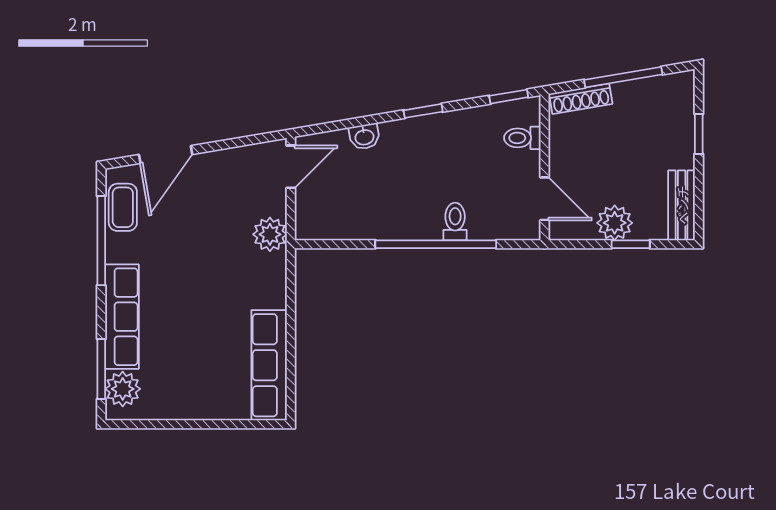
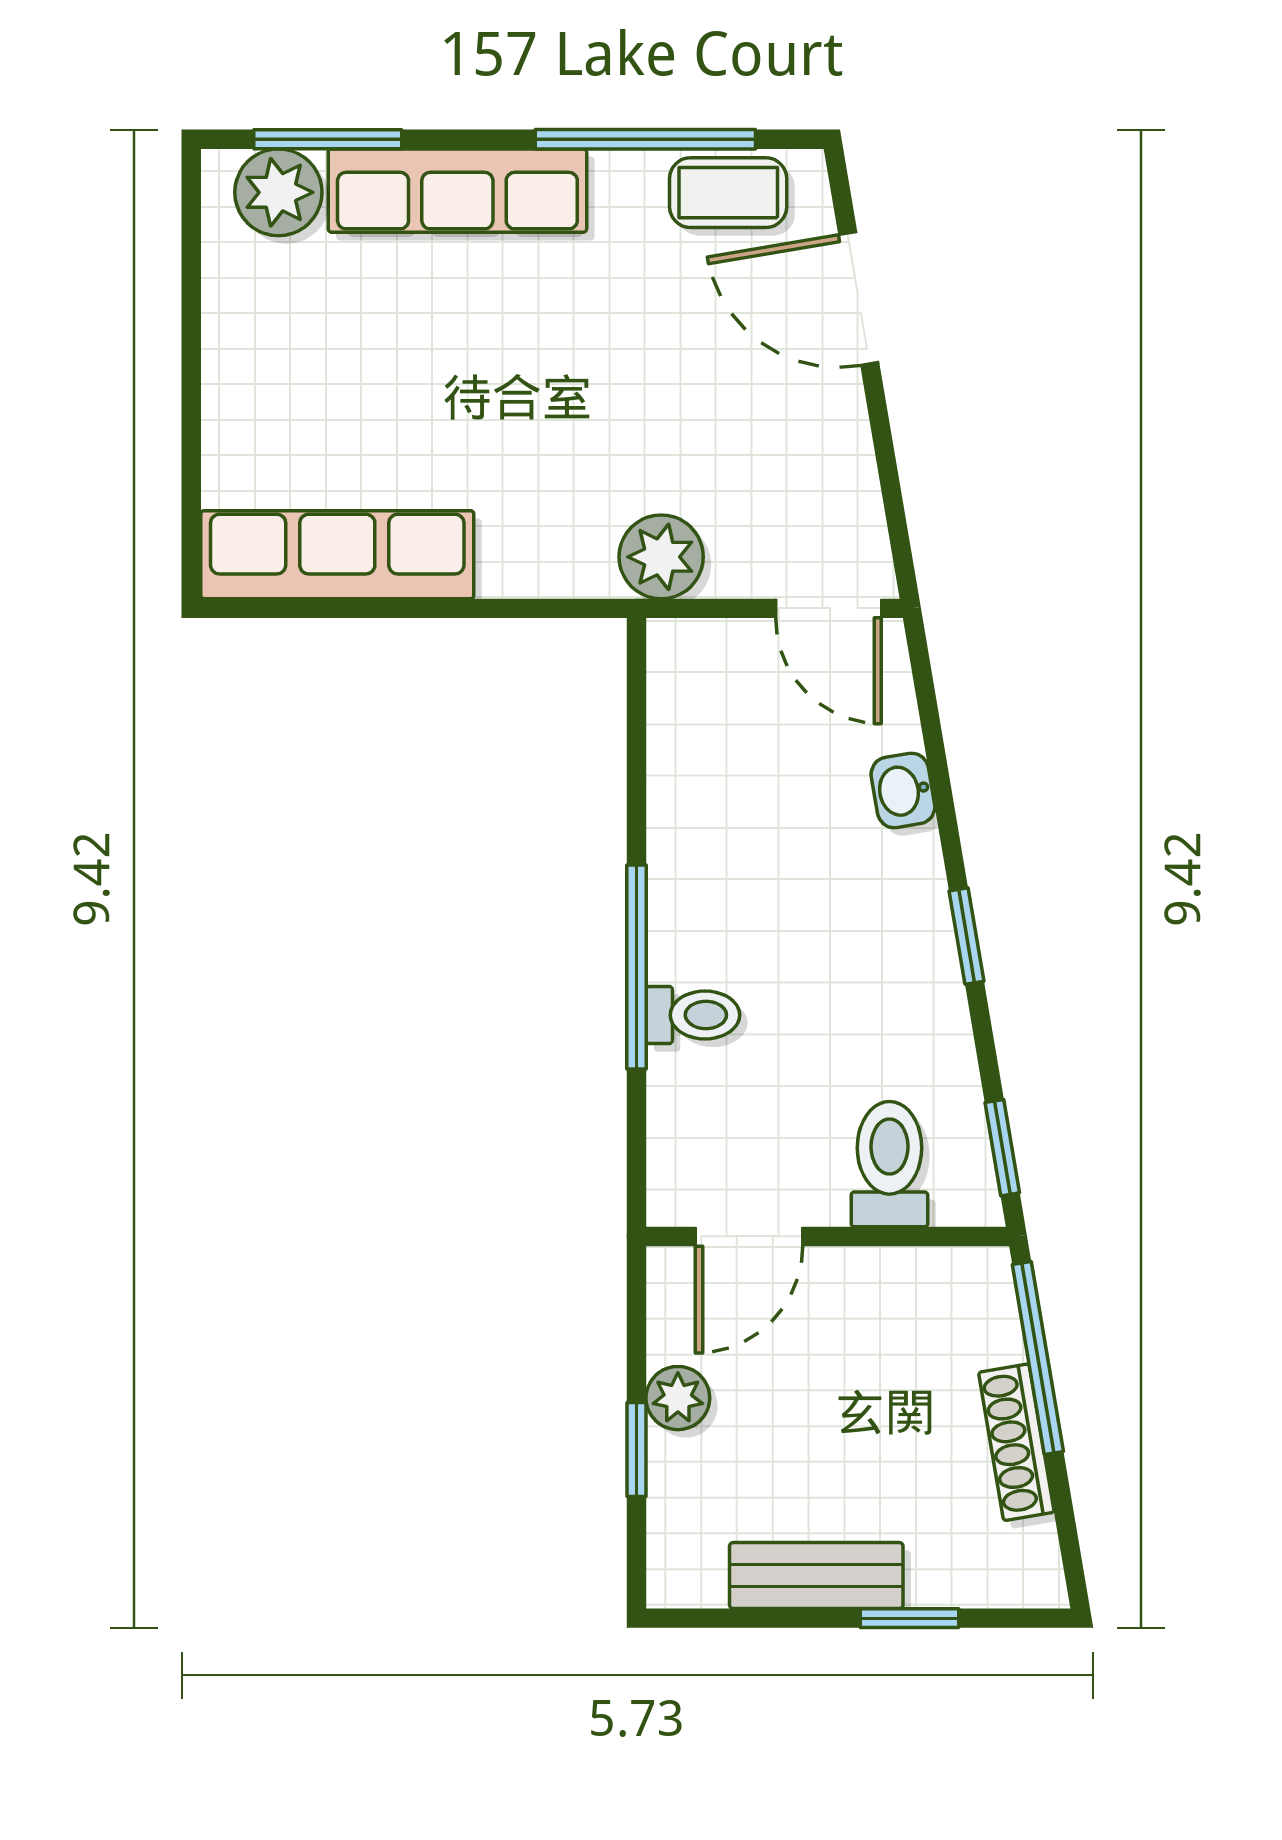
window: (623, 77) -> (1038, 1358), moved
shoe rack: (581, 99) -> (1016, 1442), moved
toilet: (522, 138) -> (889, 1164), width x1.37, depth x1.39
bench: (682, 205) -> (816, 1576), moved
plant: (615, 223) -> (678, 1398), width x0.73, depth x0.73
window: (436, 244) -> (637, 967), width x0.68

